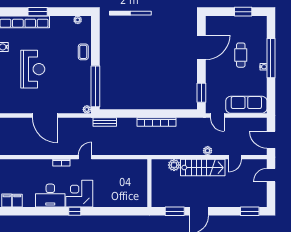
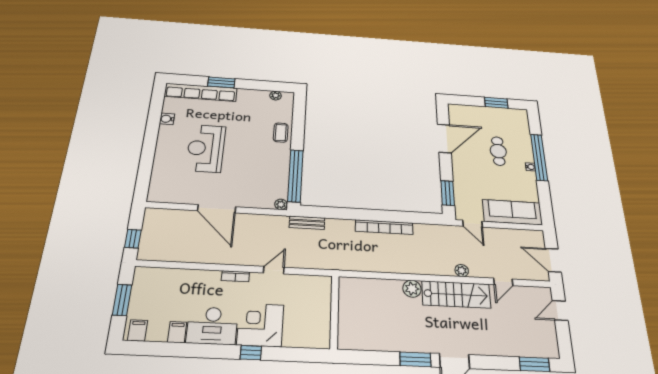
reception desk: (33, 69) -> (206, 148), turned 180
wall: (149, 183) -> (334, 312), moved
filing cabinet: (17, 201) -> (177, 332), moved

